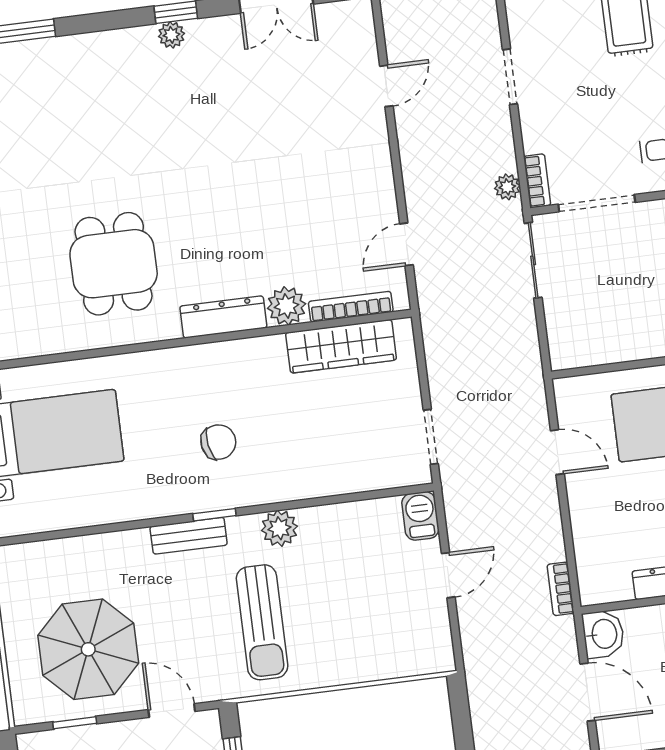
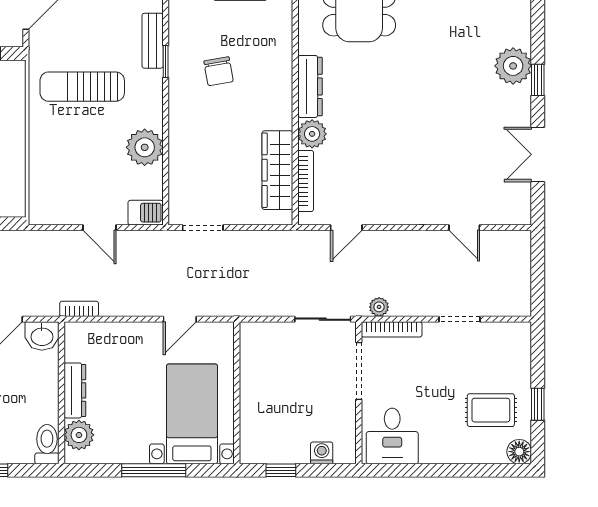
plant: (171, 35) -> (513, 66), width x1.87, depth x1.87
bookcase: (537, 181) -> (392, 329), width x1.56
door: (406, 244) -> (346, 228), swing flipped
plant: (279, 528) -> (145, 147), moved, width x1.36, depth x1.36

